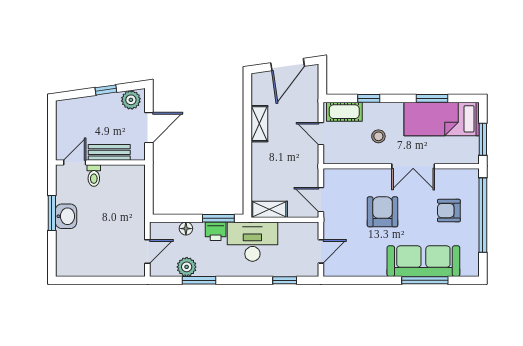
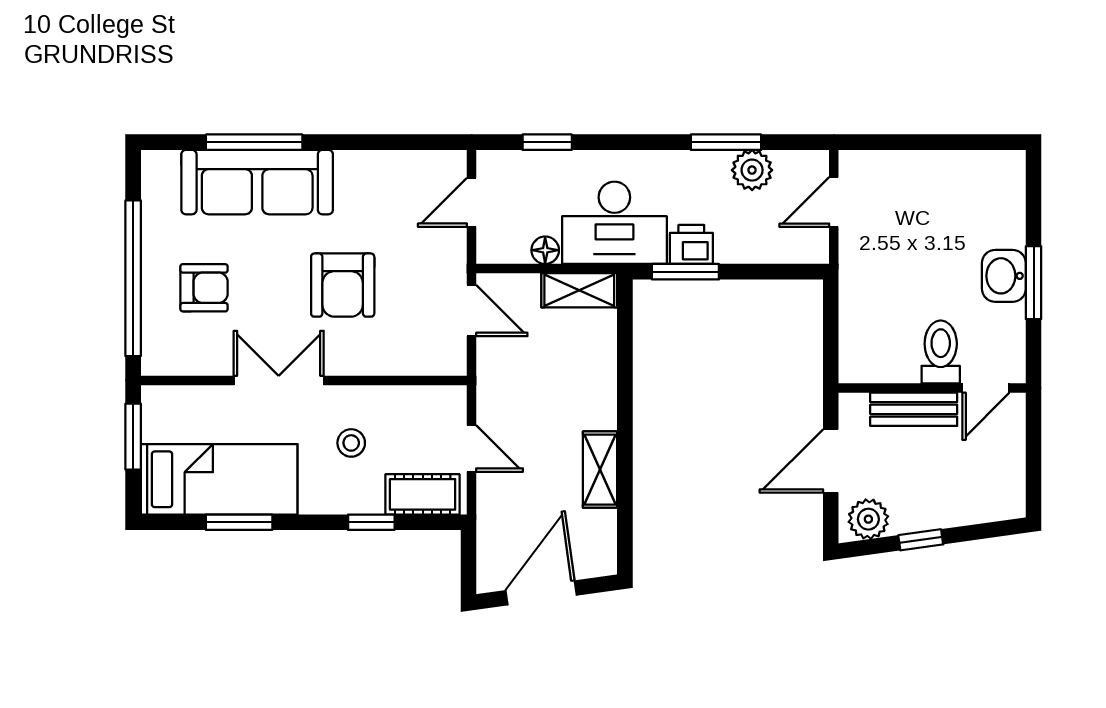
toilet: (94, 176) -> (941, 352), width x1.37, depth x1.39
floor lamp: (186, 229) -> (545, 250), moved

